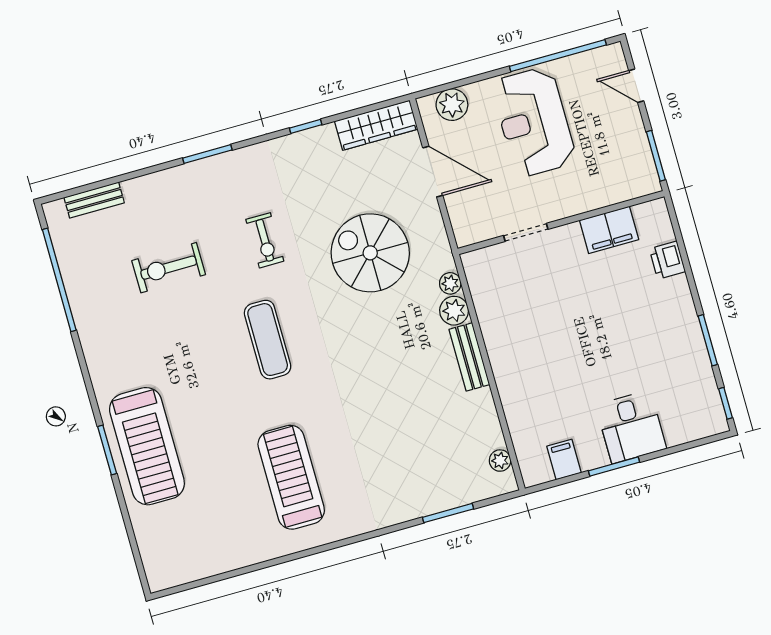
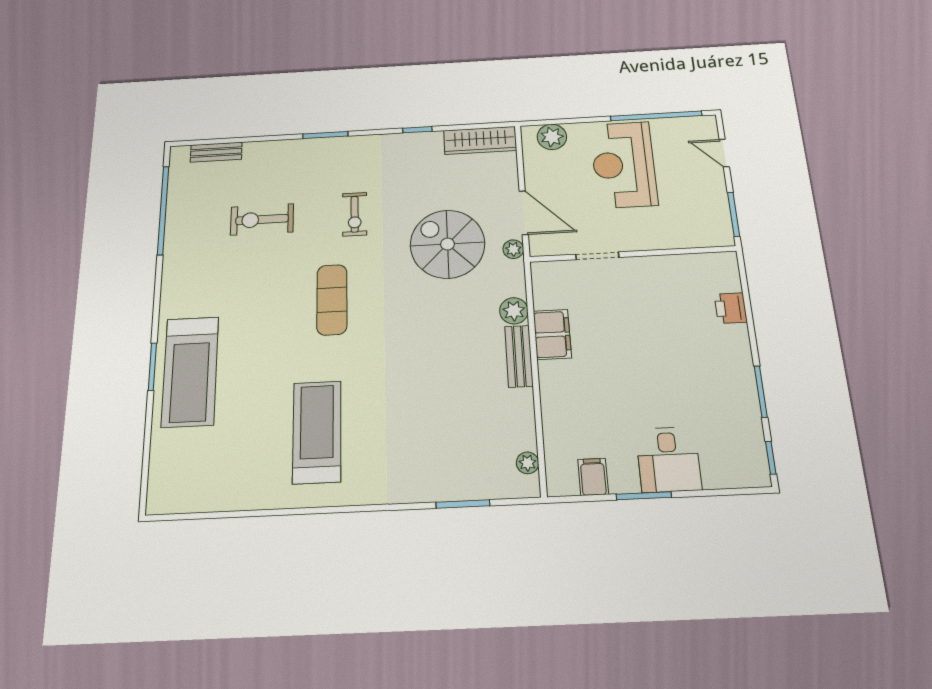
door: (433, 172) -> (524, 213), moved
filing cabinet: (609, 230) -> (552, 334), moved, turned -90
plant: (450, 283) -> (513, 249), moved

